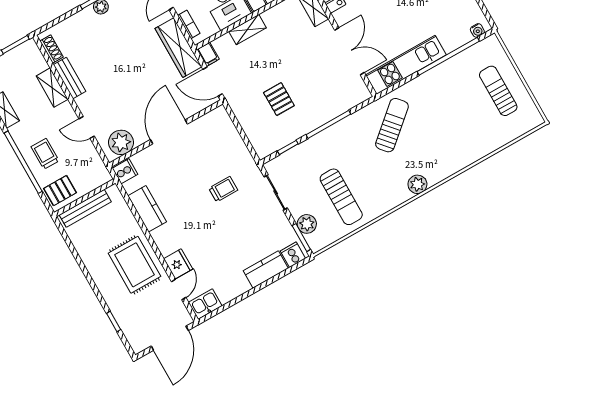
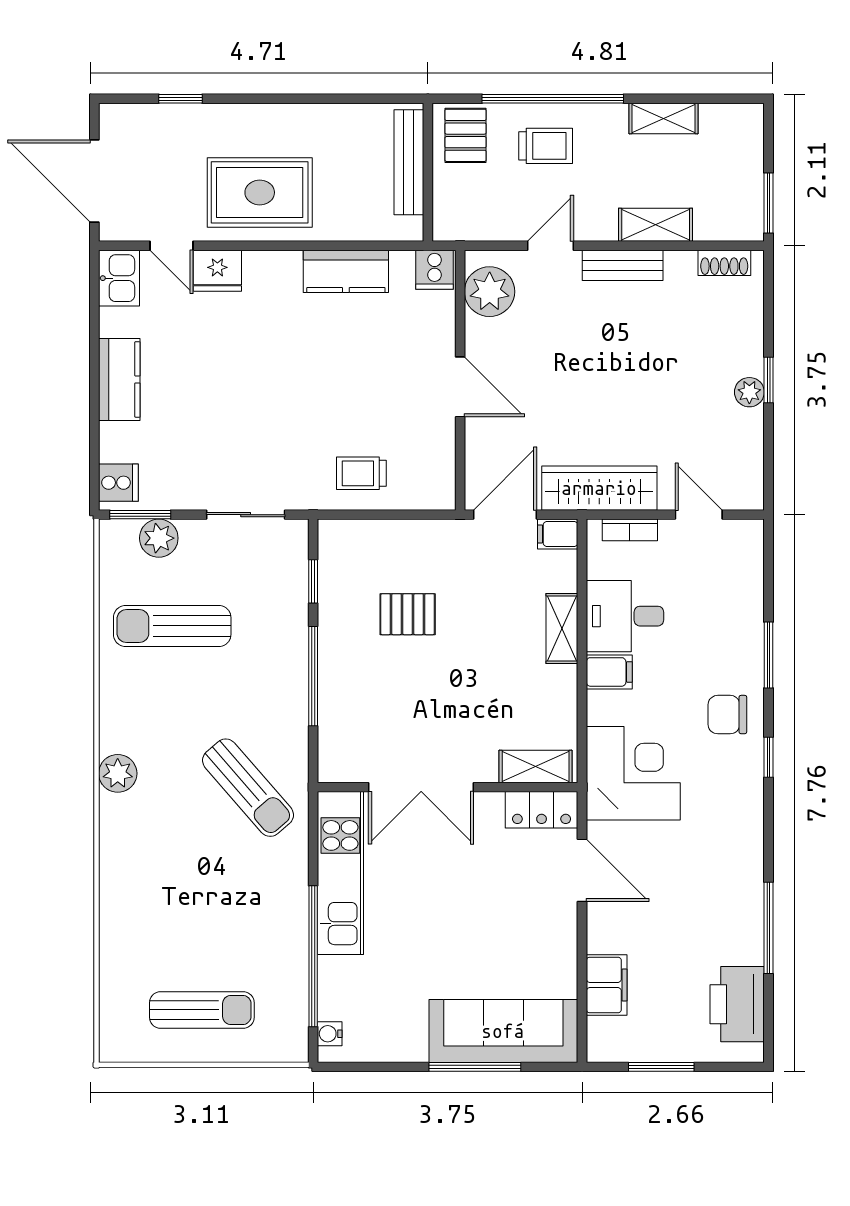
bench: (70, 78) -> (623, 265), moved
door: (169, 132) -> (460, 387), width x0.73
trolley: (223, 189) -> (361, 473), moved, turned 90
kitchen counter: (266, 270) -> (119, 379), moved

